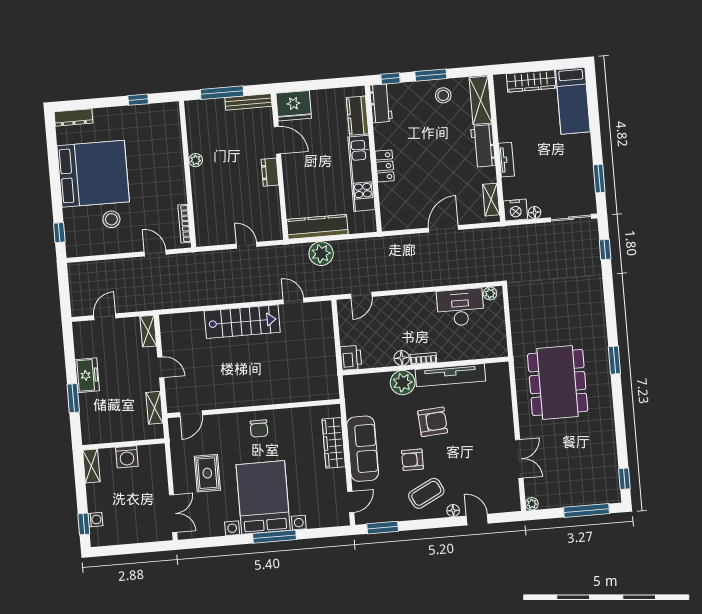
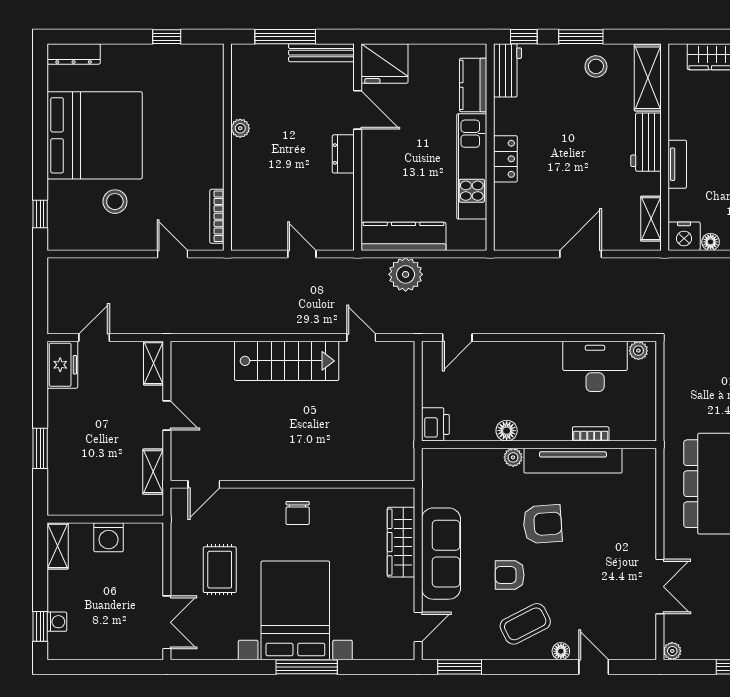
bookcase: (423, 358) -> (591, 434), moved
freezer: (87, 375) -> (62, 365), moved
plant: (403, 383) -> (513, 457), width x0.53, depth x0.53

